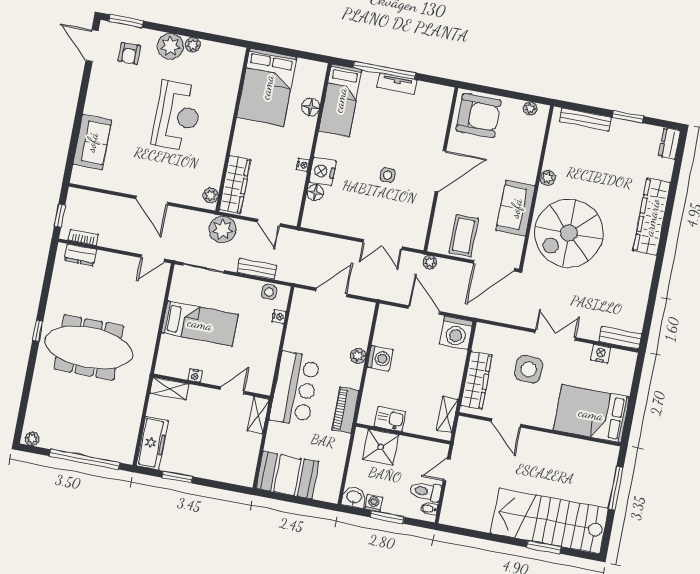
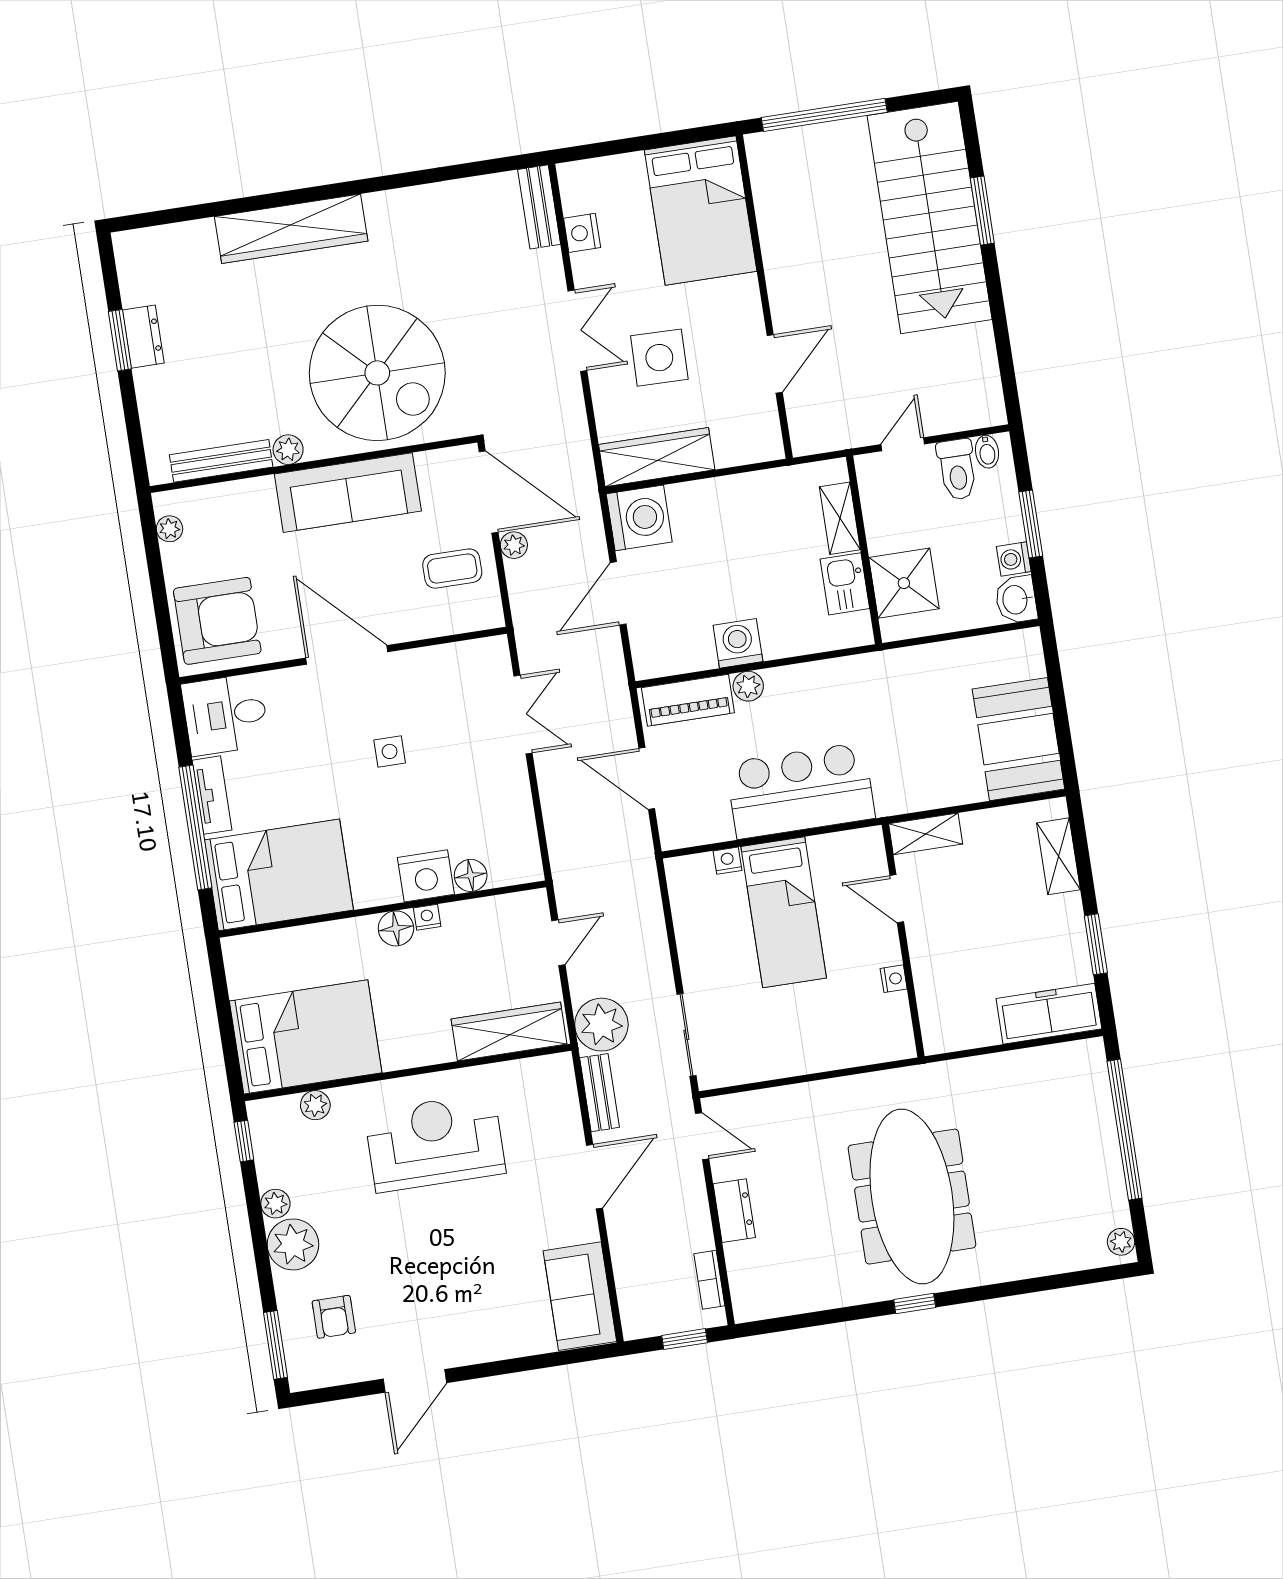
window: (228, 40) -> (244, 1141), added
door: (92, 46) -> (415, 1381), moved
armchair: (129, 53) -> (334, 1317), turned 90
bed: (340, 100) -> (279, 875), width x1.50
desk: (433, 104) -> (225, 715), added
floor lamp: (311, 107) -> (396, 928), moved
reception desk: (177, 116) -> (435, 1143), moved
armchair: (479, 116) -> (217, 621), turned 90
bench: (585, 119) -> (221, 461), moved, turned 90
sofa: (92, 142) -> (580, 1296), moved, turned -90
dresser: (669, 143) -> (143, 337), moved, turned -90
plant: (211, 195) -> (315, 1105), moved
sofa: (516, 208) -> (348, 493), width x1.36
coffee table: (464, 236) -> (452, 569), width x0.73, depth x0.77
dresser: (81, 255) -> (734, 1211), moved
plant: (430, 262) -> (514, 545), moved
bench: (257, 269) -> (600, 1093), moved
side table: (269, 292) -> (688, 896), removed
bed: (200, 324) -> (784, 912), moved, turned 180
double door: (555, 335) -> (577, 331), swing flipped
wardrobe: (476, 380) -> (657, 457), moved
shelving: (169, 389) -> (1058, 856), moved
bar counter: (295, 389) -> (800, 791), moved
piano: (345, 410) -> (688, 700), moved
shelving: (447, 415) -> (840, 518), moved, turned 90
door: (447, 470) -> (903, 444), swing flipped
window: (616, 488) -> (824, 115), width x1.46

